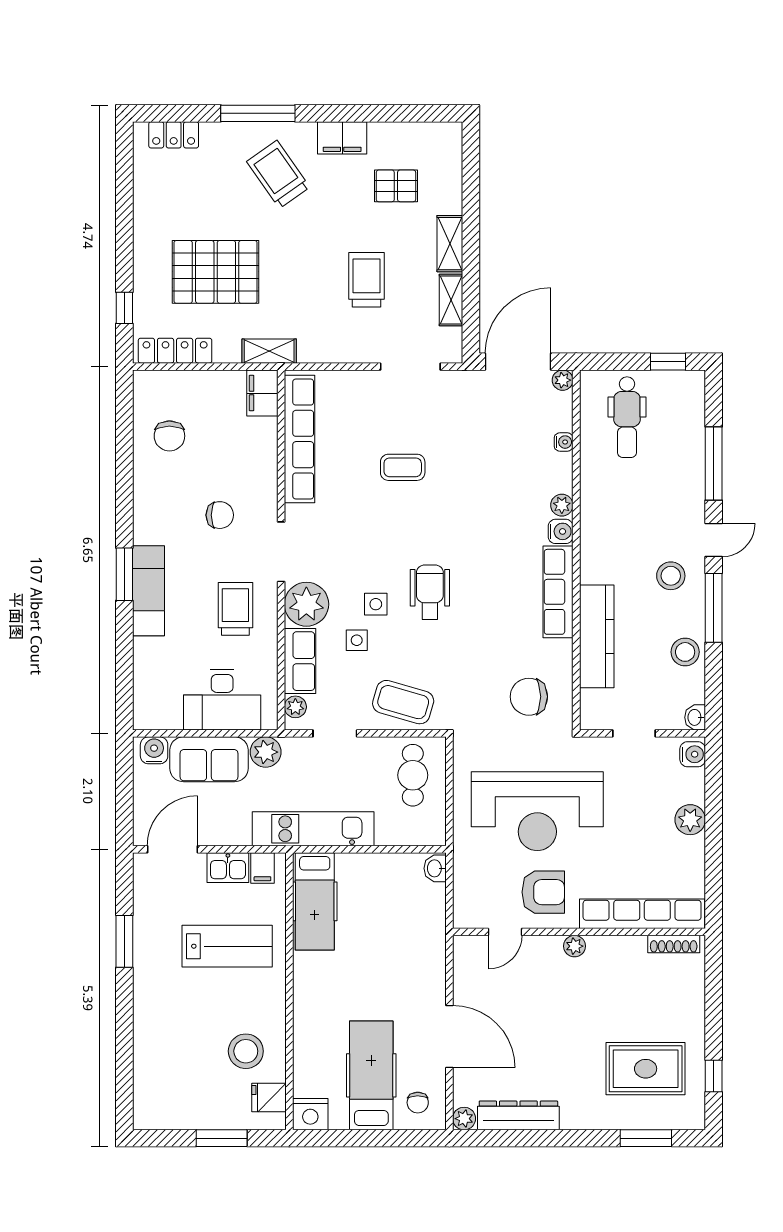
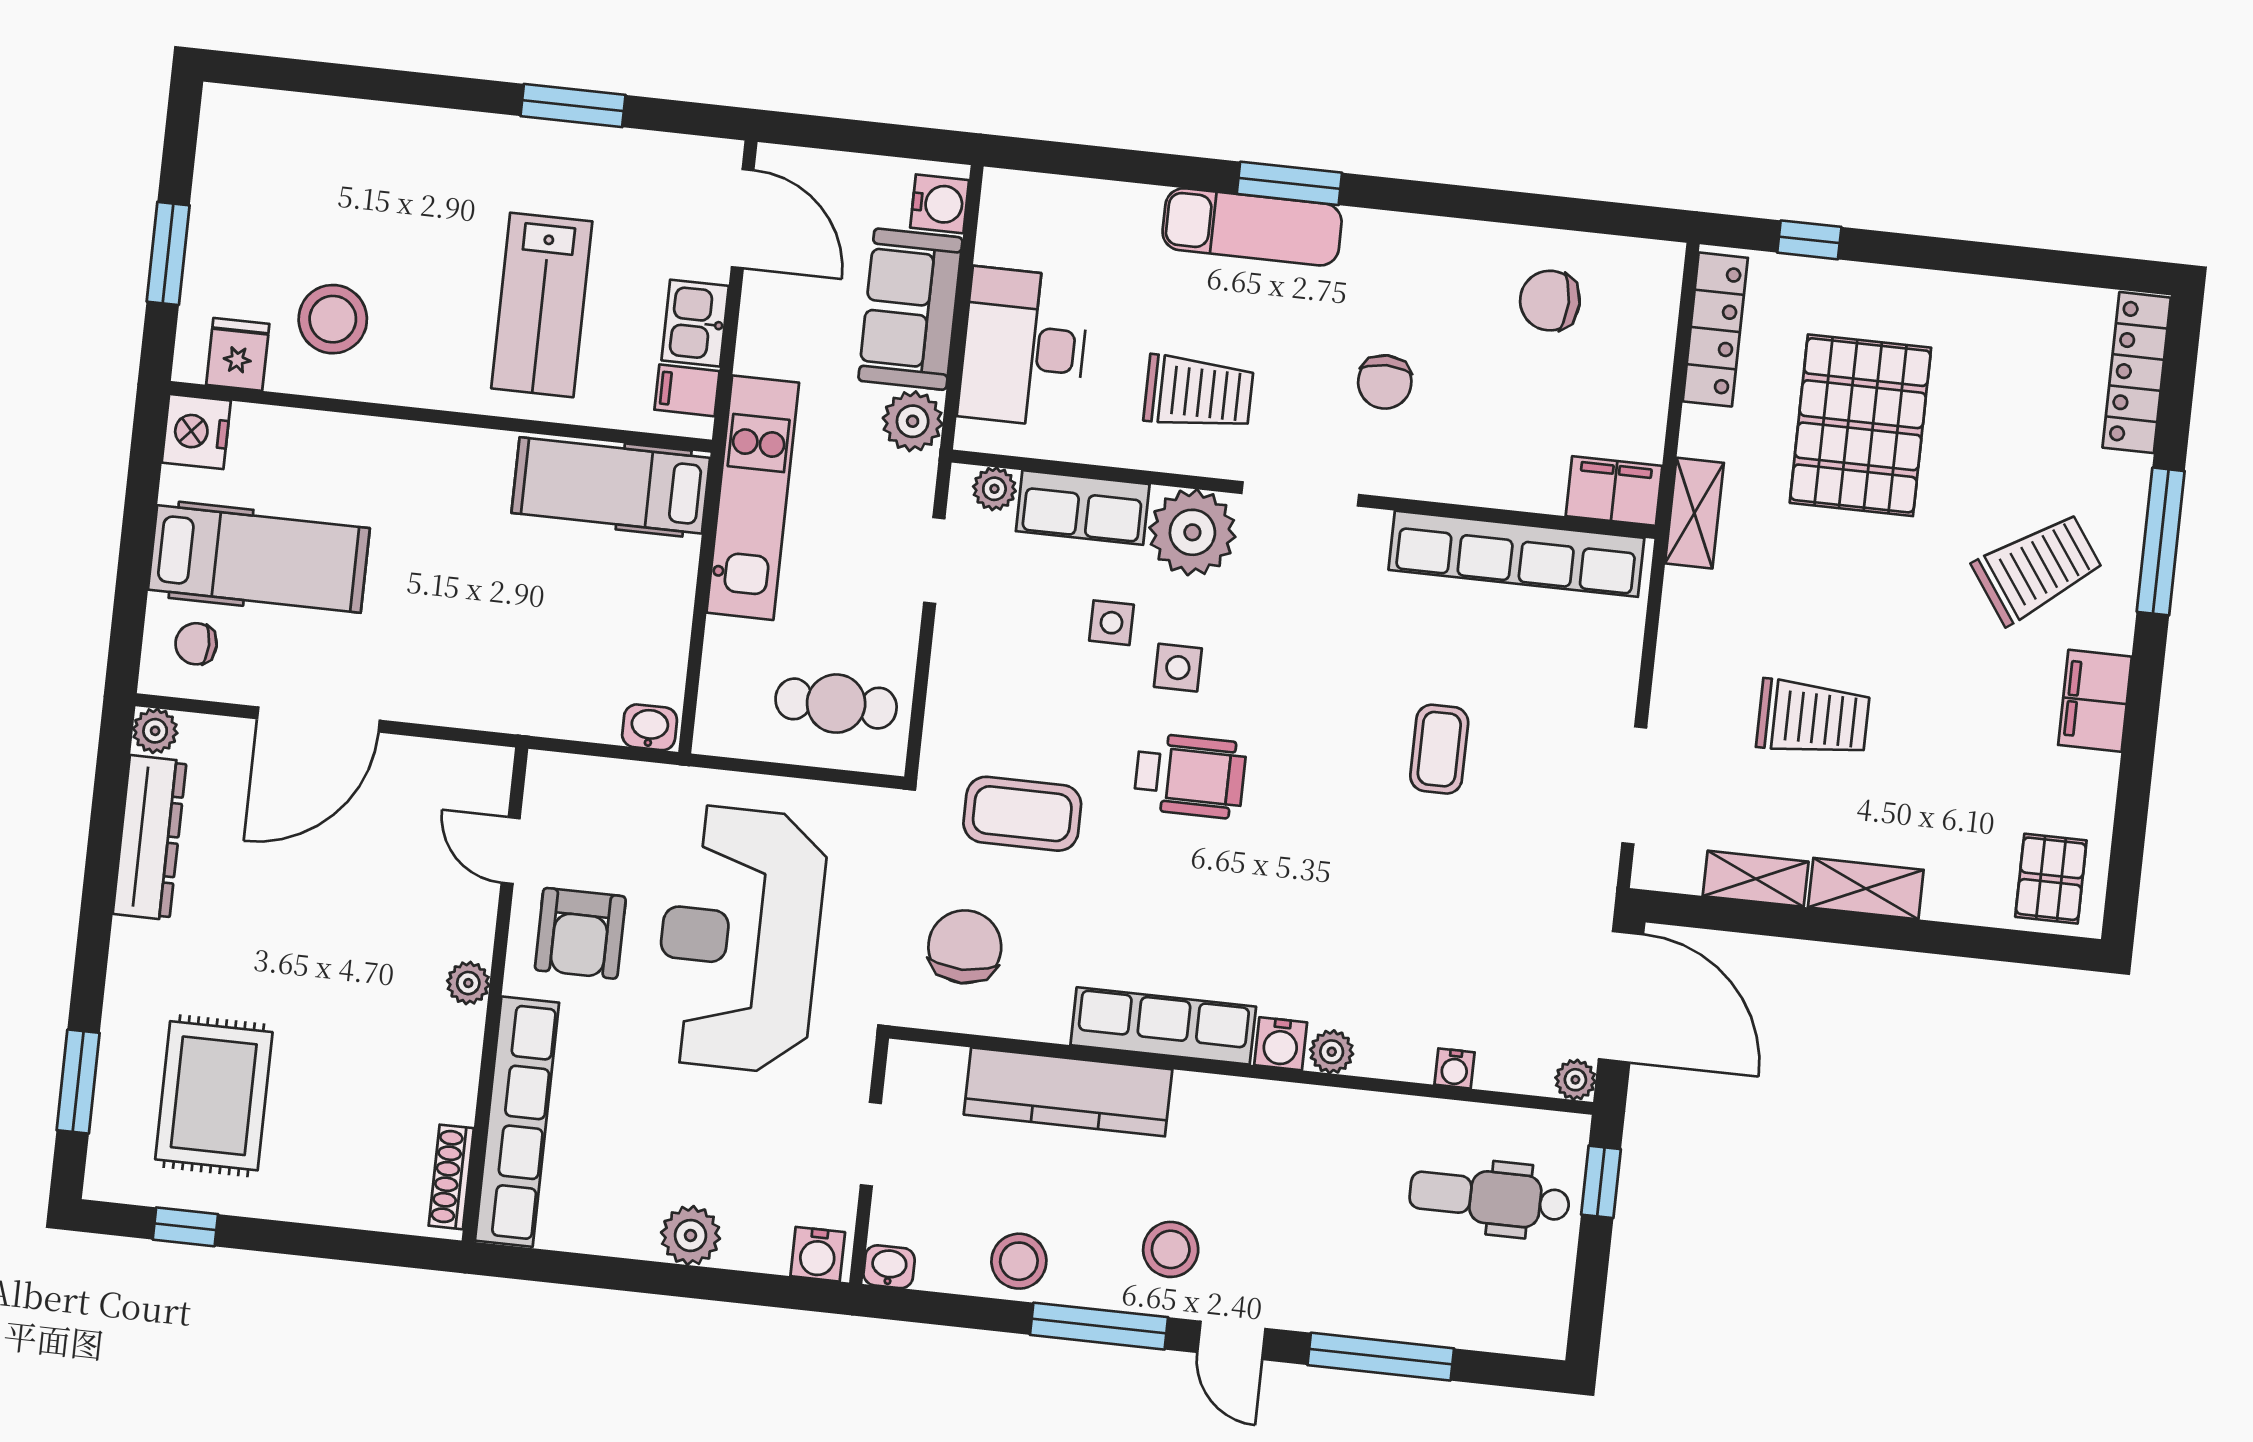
locker: (174, 135) -> (2137, 373), width x1.53
pallet: (396, 186) -> (2051, 879), moved
window: (668, 362) -> (1601, 1182), moved
coffee table: (403, 702) -> (1022, 814), moved, turned 74

